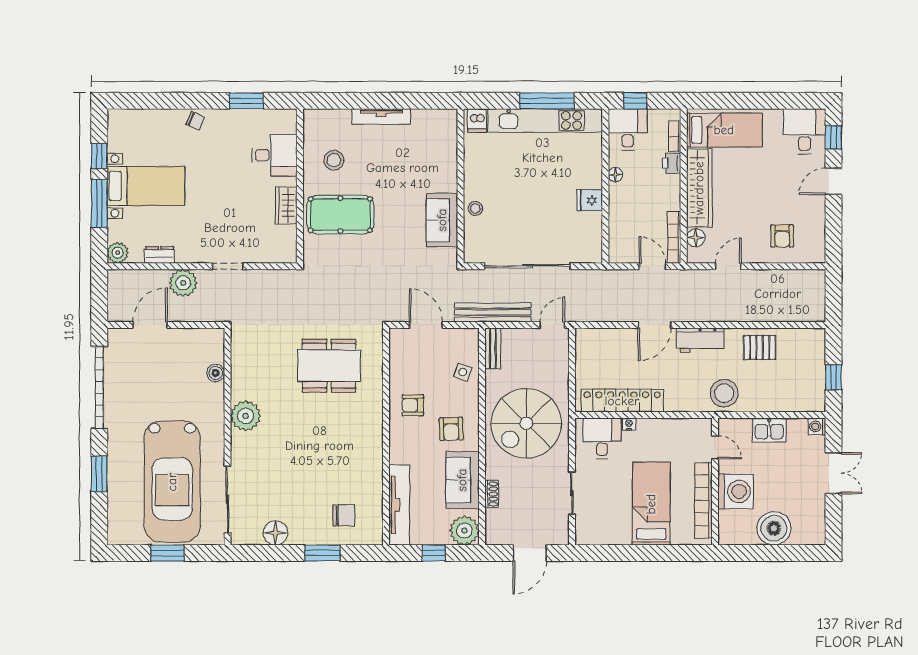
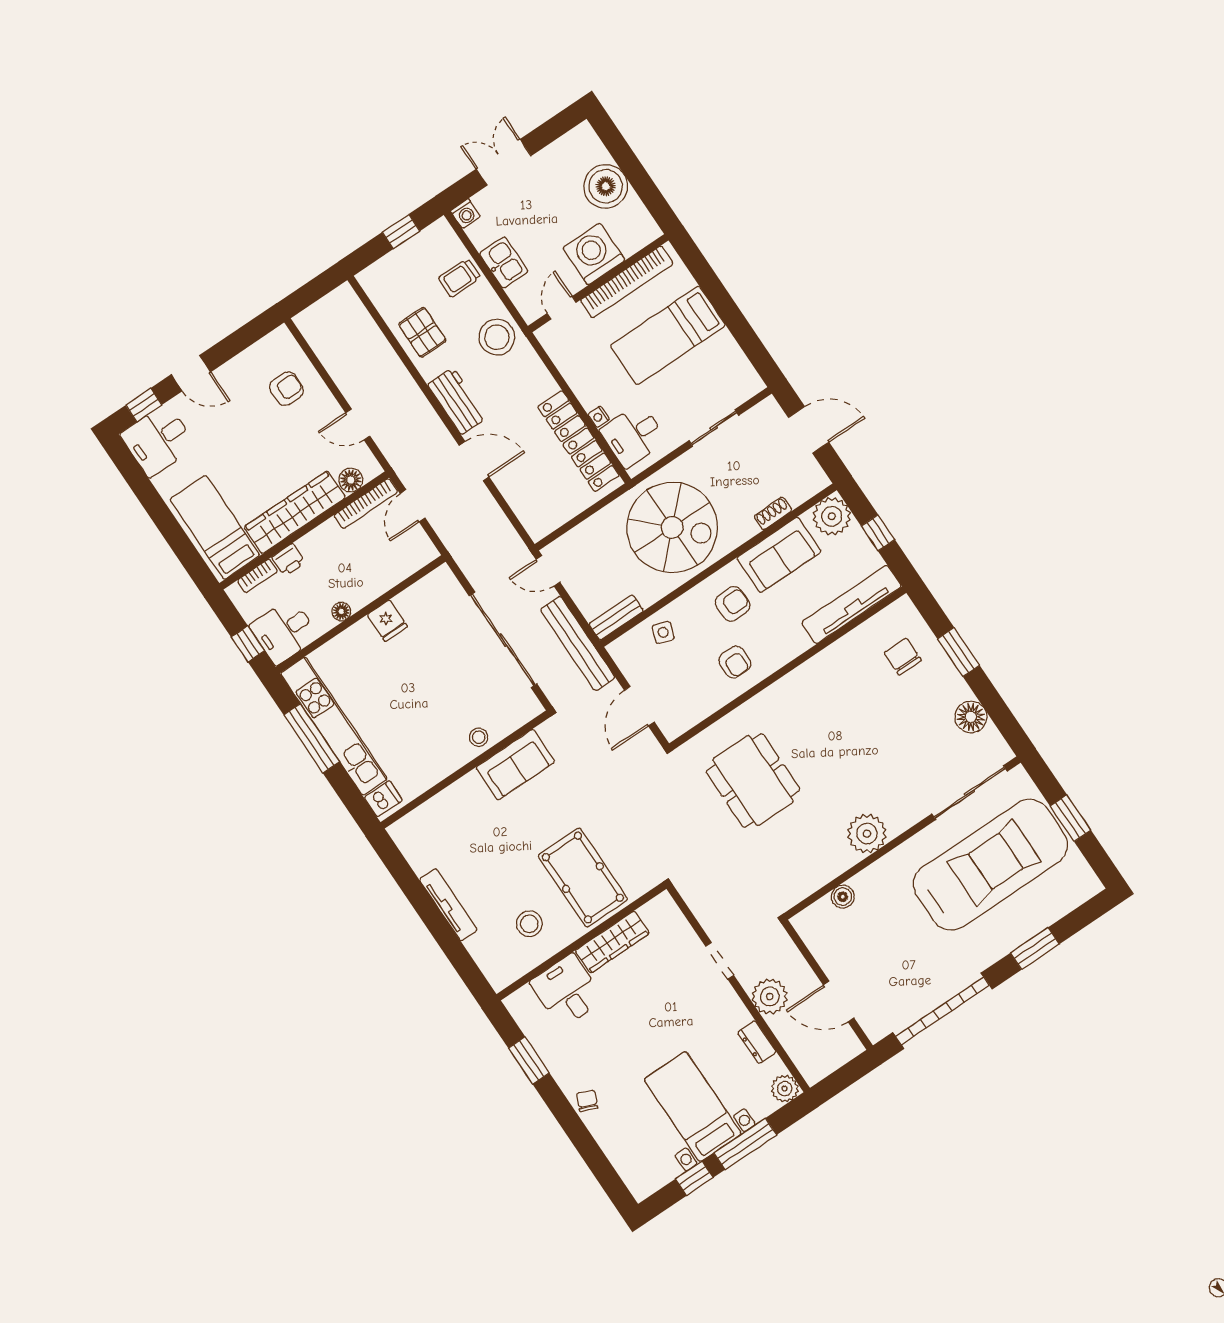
wardrobe: (286, 205) -> (612, 942), width x1.50
trolley: (778, 395) -> (459, 278), added

